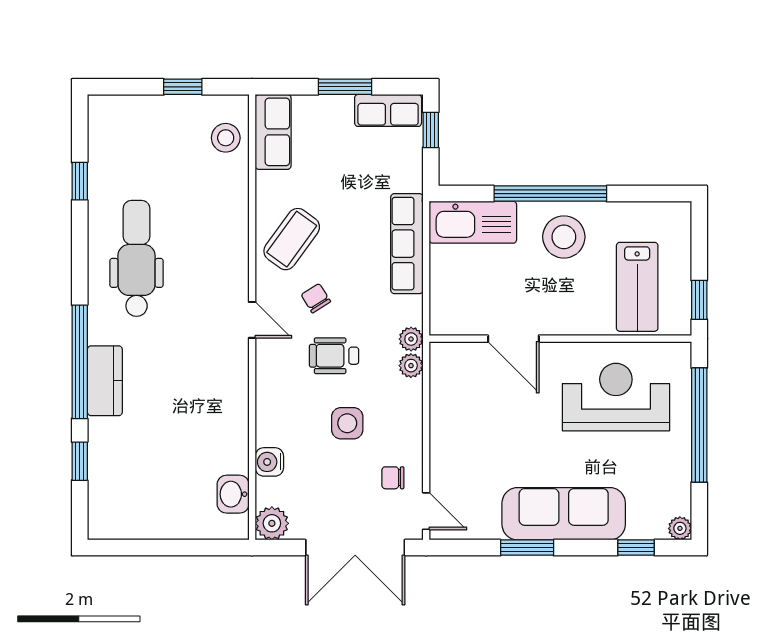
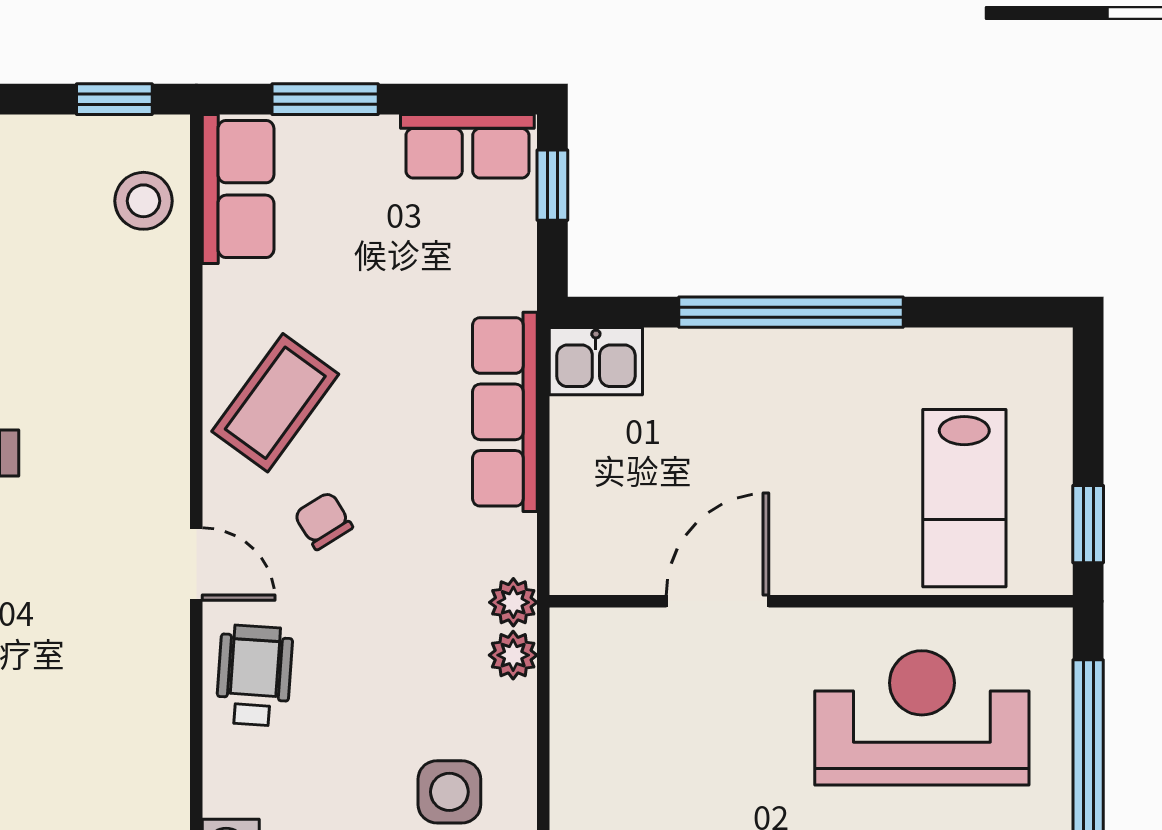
window: (183, 87) -> (114, 99), moved
window: (345, 87) -> (325, 99), moved
kitchen sink: (473, 222) -> (596, 361), width x0.53, depth x0.81
stool: (564, 237) -> (818, 398), removed
door: (513, 339) -> (717, 601), swing flipped
wheelchair: (334, 356) -> (254, 675), moved, turned 94
side table: (347, 423) -> (449, 792), moved

